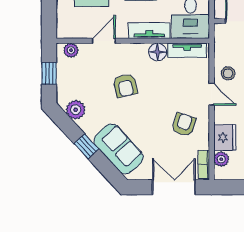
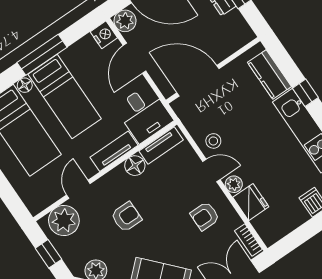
plant: (71, 50) -> (64, 220), width x1.88, depth x1.88
armchair: (125, 85) -> (126, 217), turned -77
armchair: (184, 125) -> (205, 216), turned -108
plant: (221, 159) -> (234, 184), moved

